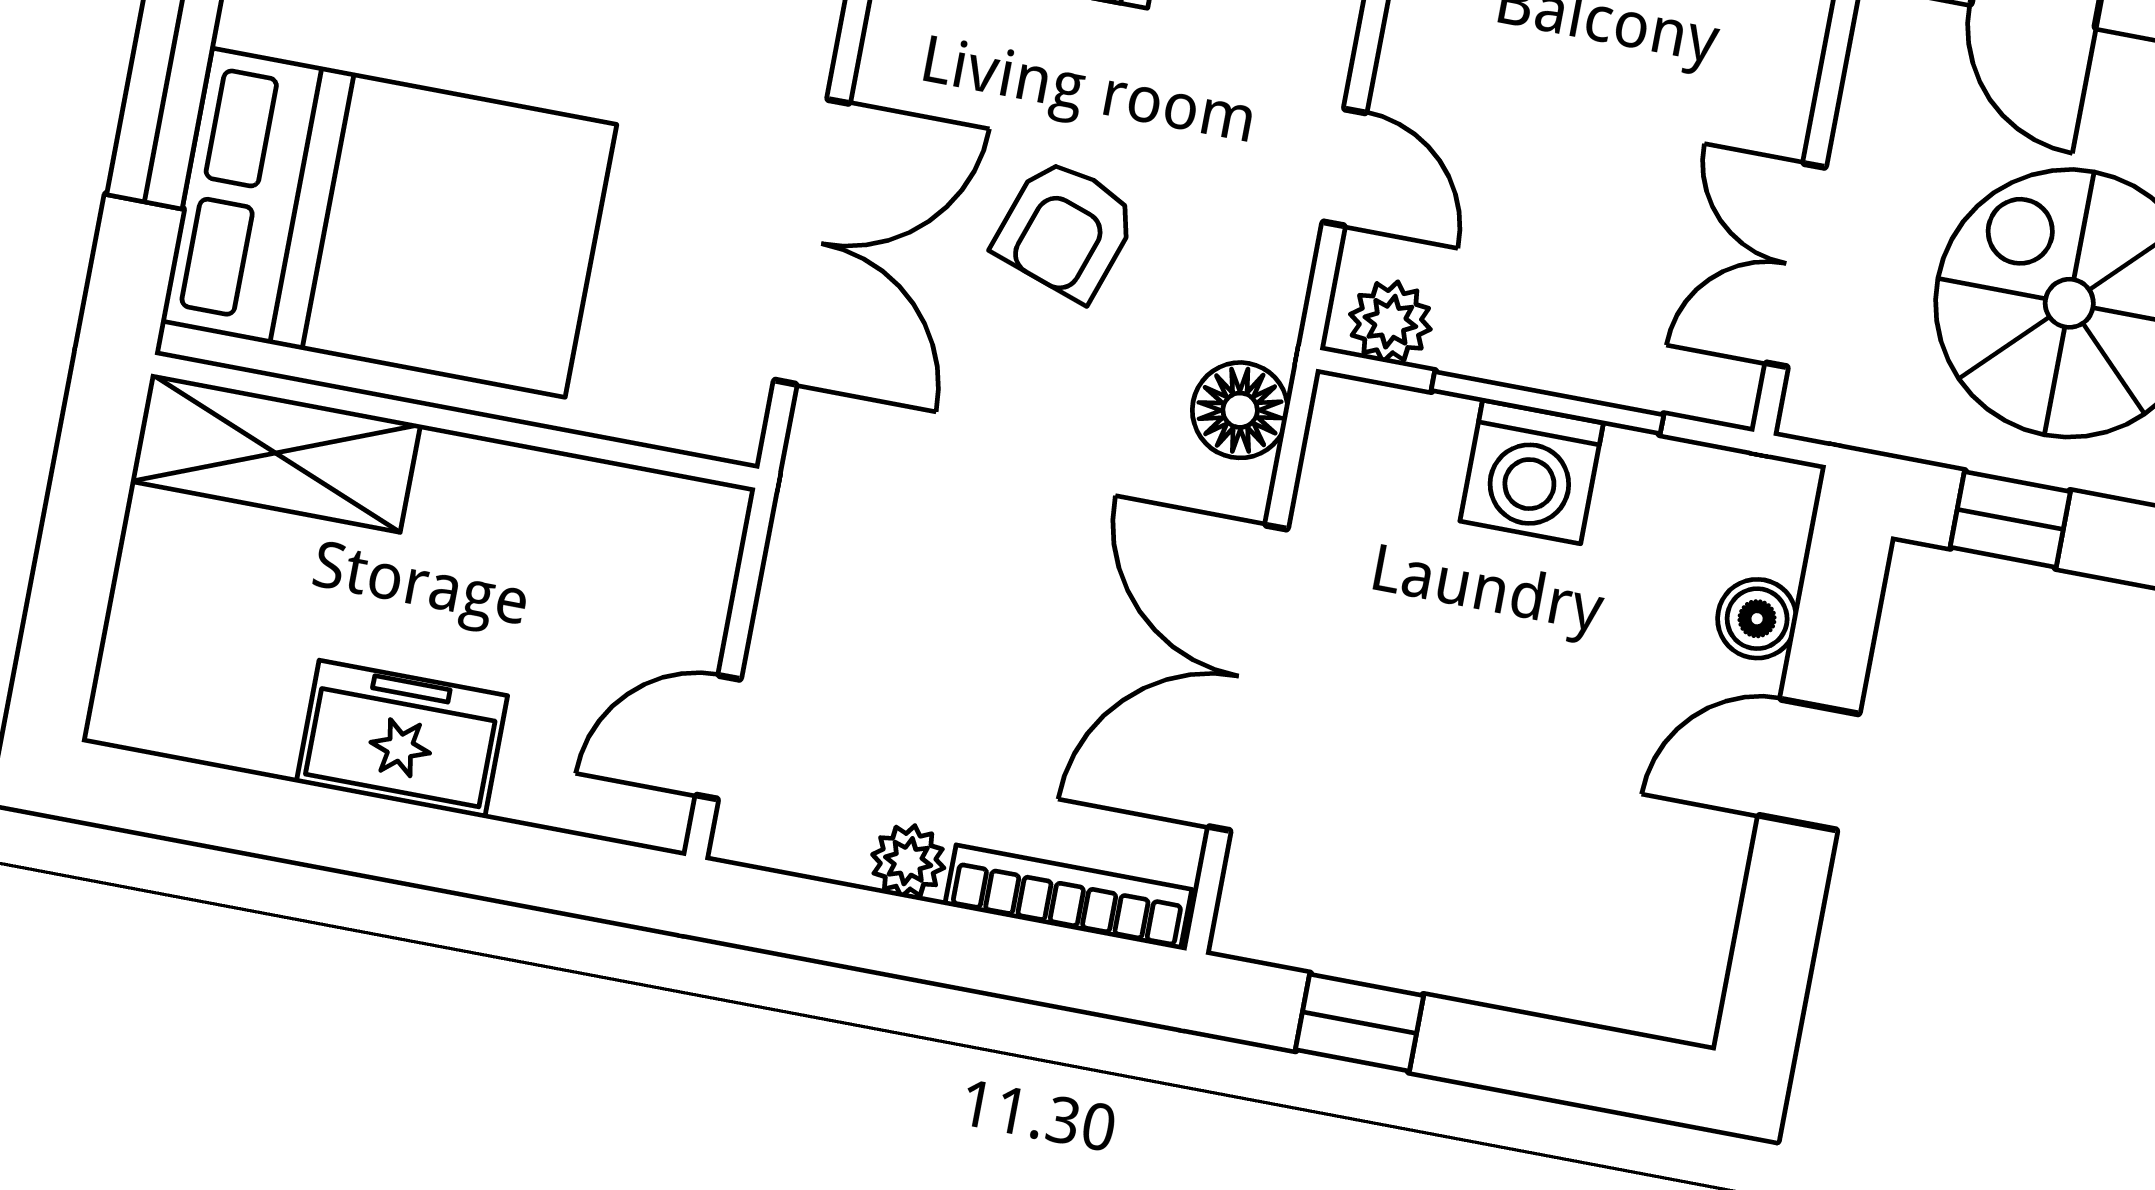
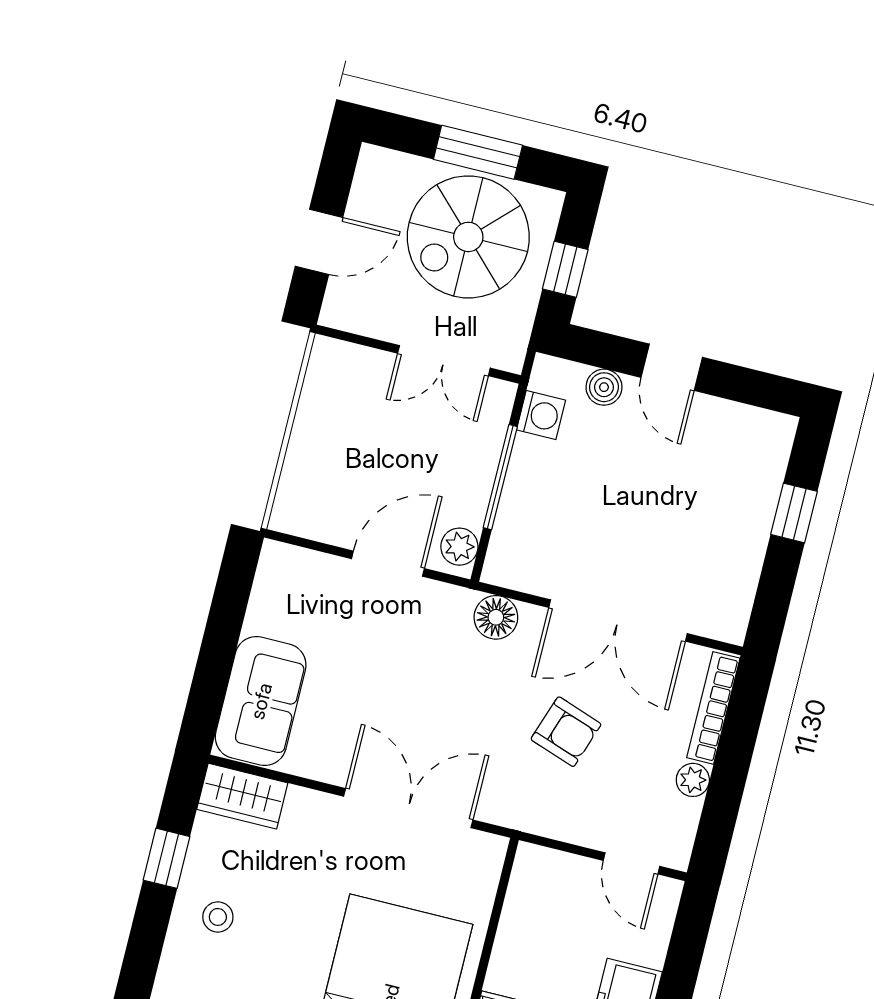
door: (1344, 167) -> (388, 564), width x1.38
armchair: (1066, 229) -> (566, 732), moved
washing machine: (1532, 472) -> (541, 415), moved, width x0.73, depth x0.73
window: (1359, 1023) -> (794, 513), moved

